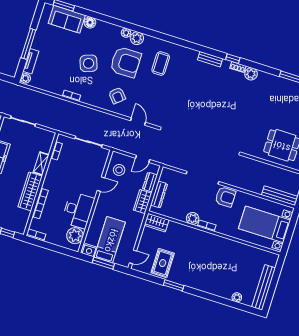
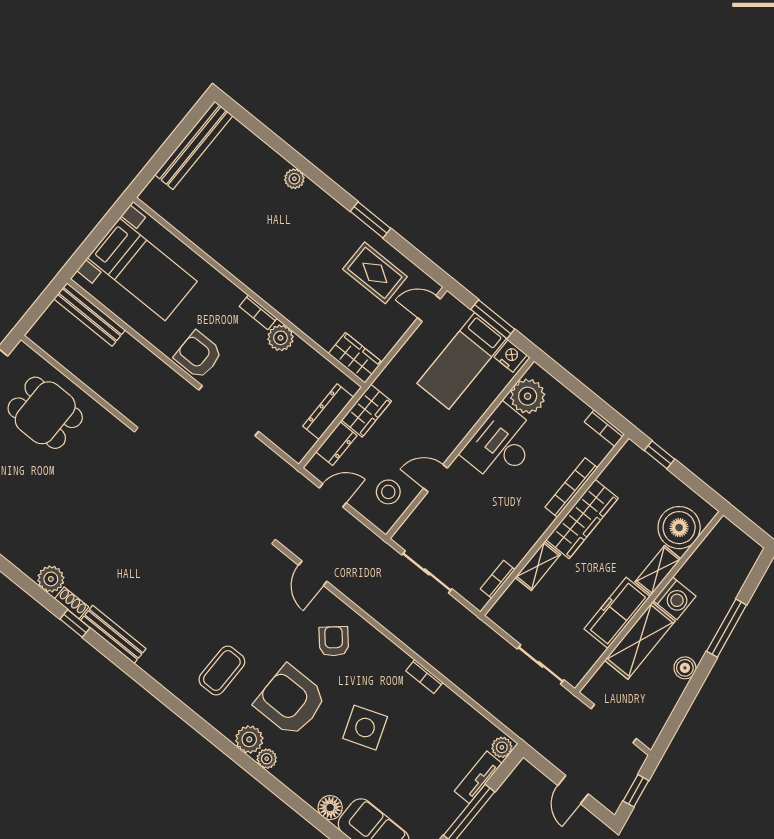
bench: (210, 59) -> (113, 634), width x1.36
rug: (163, 263) -> (375, 273), turned 90
plant: (237, 297) -> (294, 179), moved

